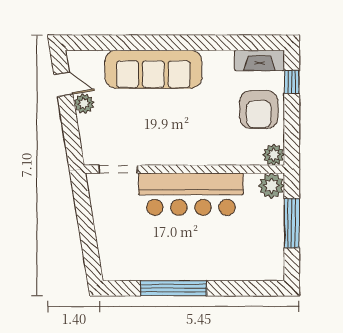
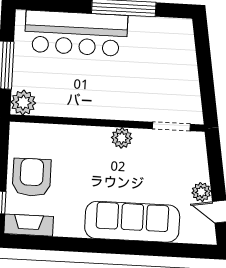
plant: (274, 155) -> (122, 138), moved
bar counter: (191, 194) -> (76, 33), moved, turned 180

